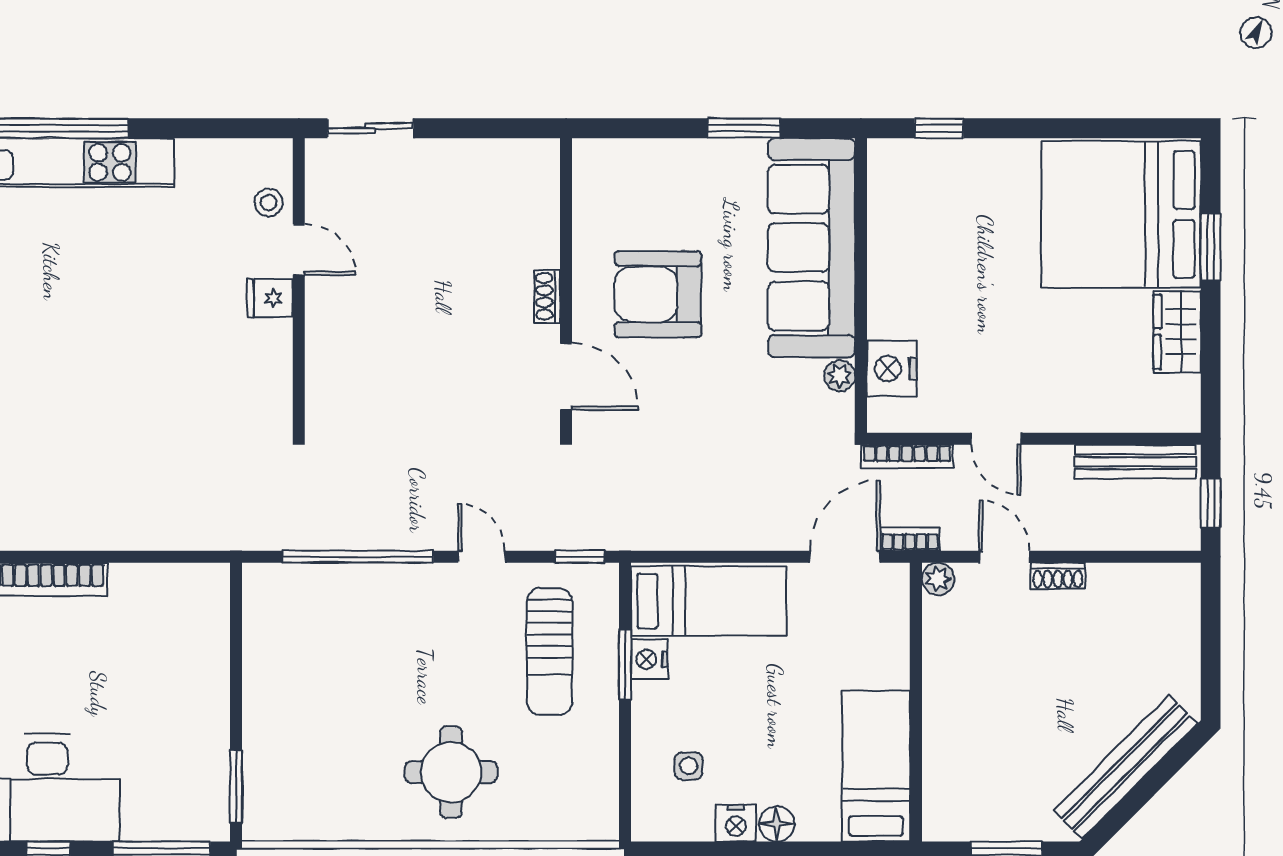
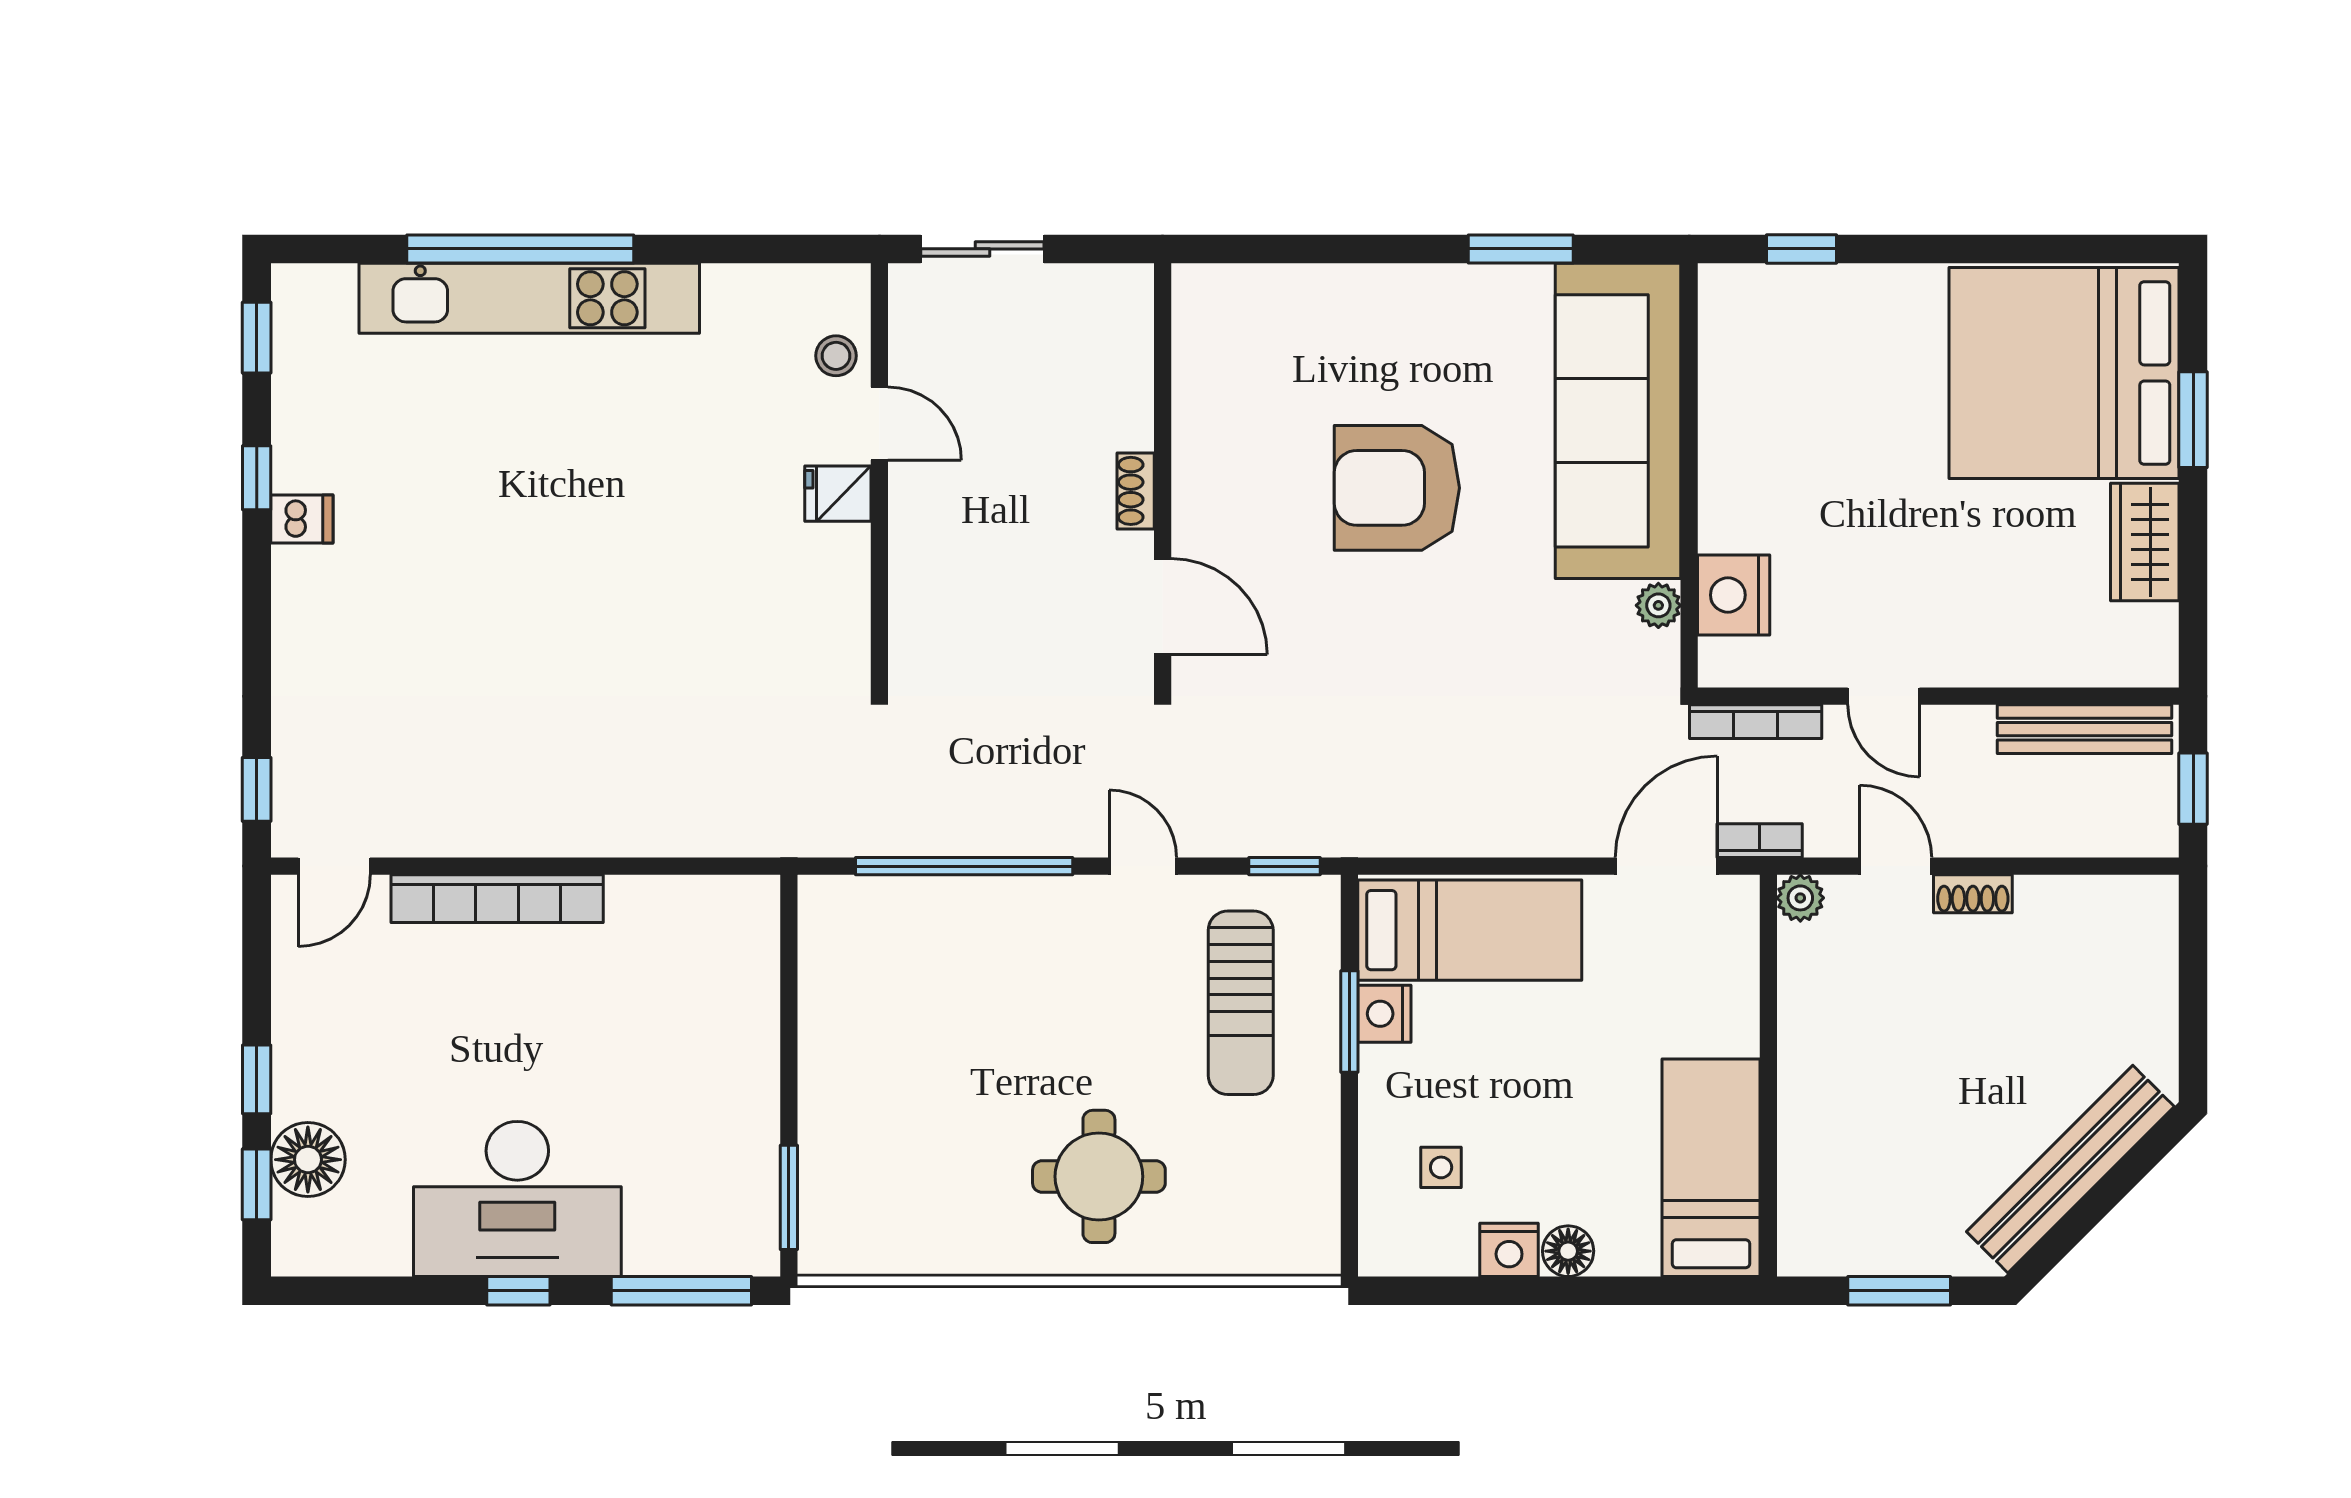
wall: (566, 285) -> (1163, 475), moved
shoe rack: (547, 296) -> (1136, 491), moved
door: (566, 376) -> (1163, 606), moved

